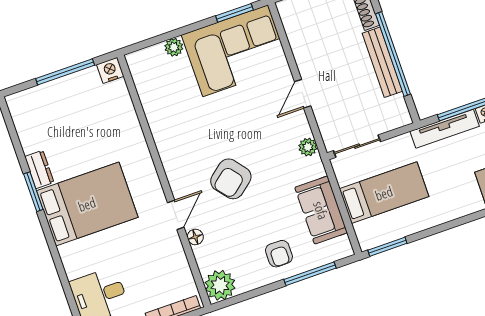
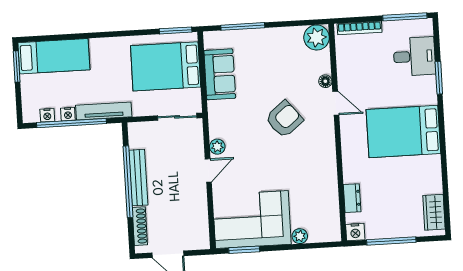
wardrobe: (25, 120) -> (434, 212), added
plant: (308, 147) -> (217, 147), moved
dresser: (39, 169) -> (352, 198), moved, turned 180
window: (33, 192) -> (439, 78), moved
bed: (384, 193) -> (166, 66), width x1.50
door: (176, 215) -> (336, 103), swing flipped
armchair: (279, 254) -> (263, 49), removed

